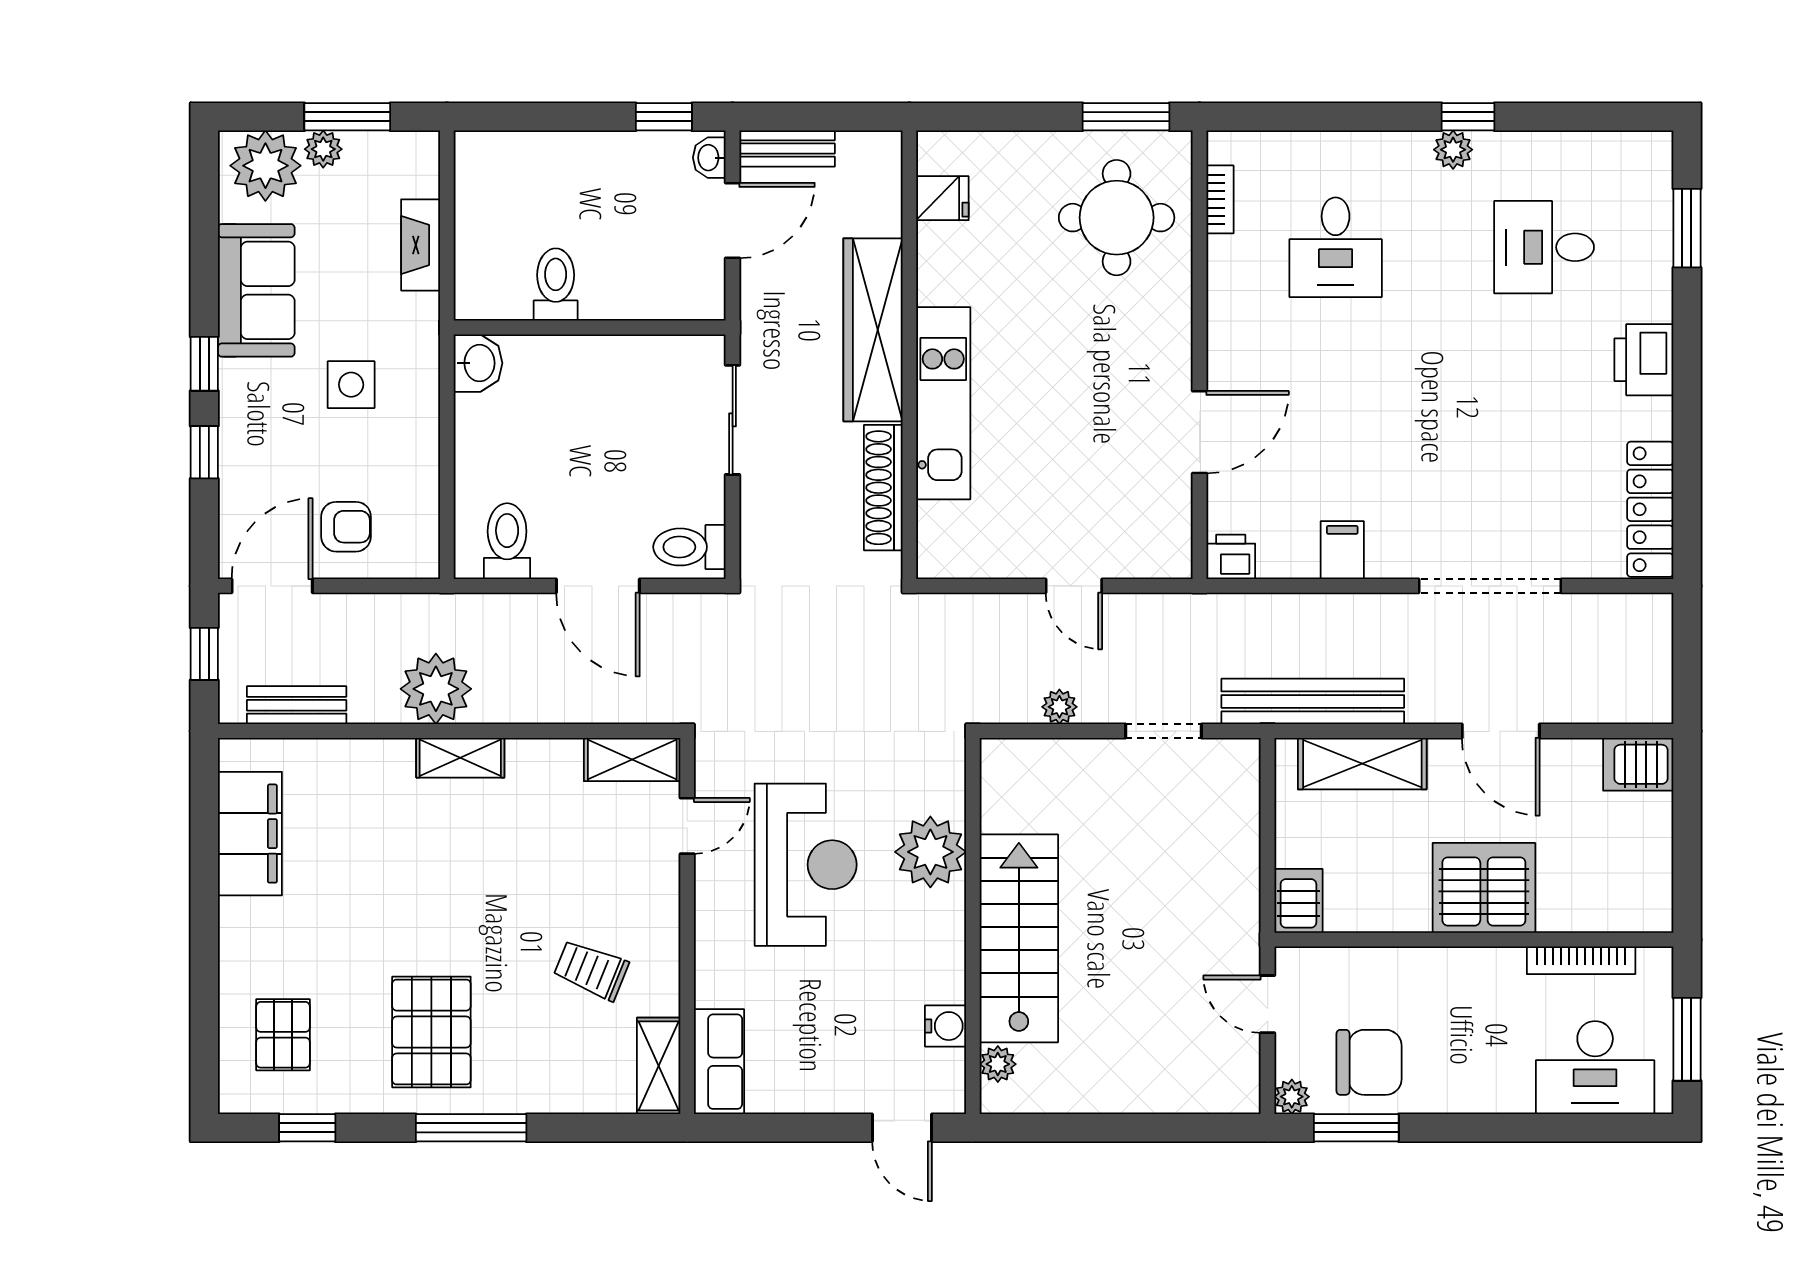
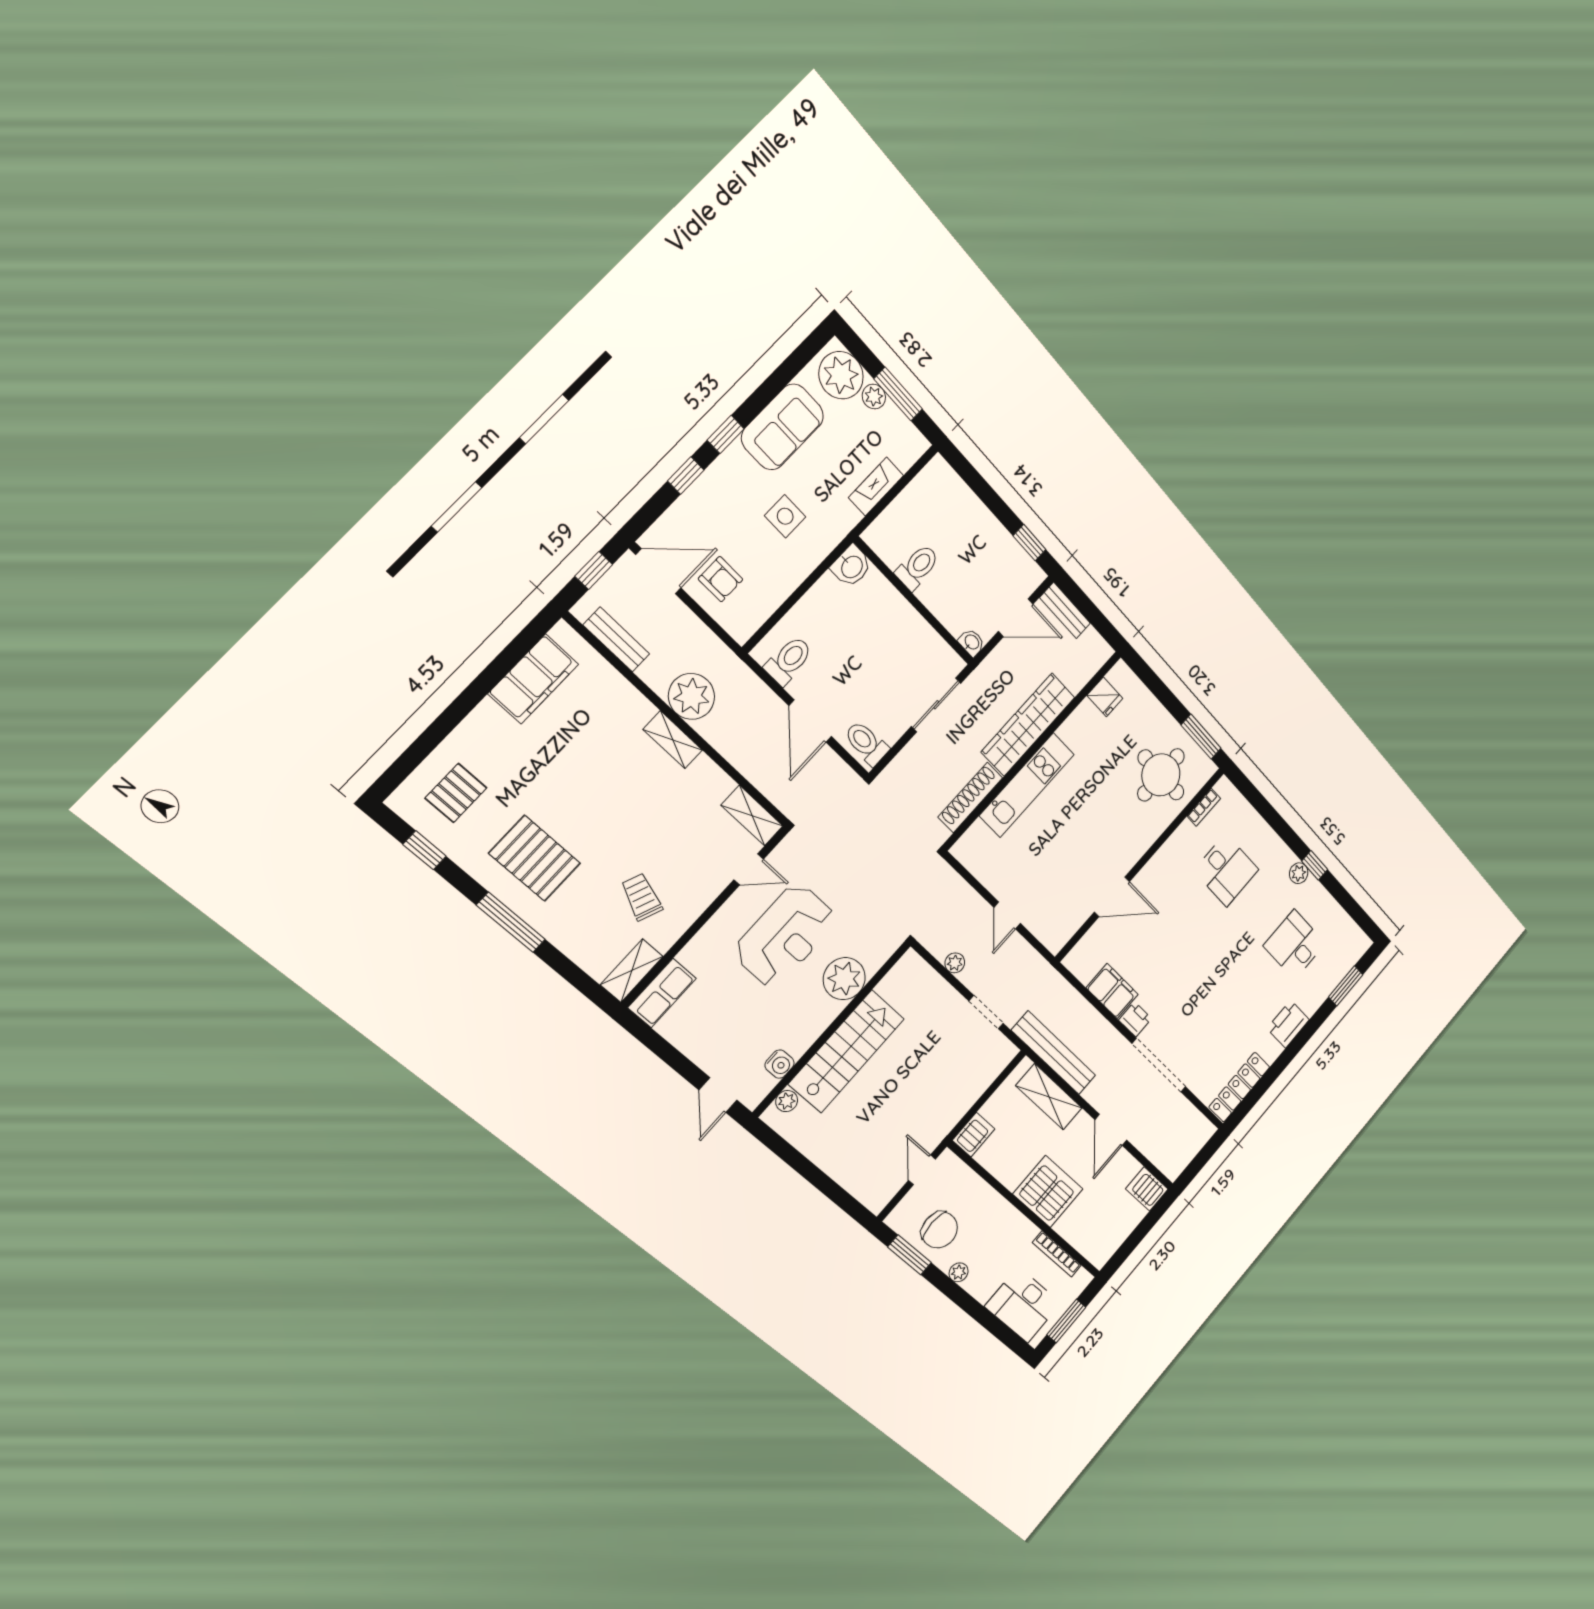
washbasin: (709, 158) -> (972, 642), moved, turned 90
desk: (1336, 247) -> (1226, 870), turned -90
filing cabinet: (1342, 550) -> (1112, 991), width x2.00
printer: (1231, 557) -> (1135, 1019), moved
pallet: (431, 1032) -> (535, 858), turned 90
plant: (1292, 1097) -> (959, 1272), moved

